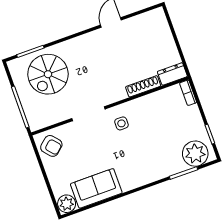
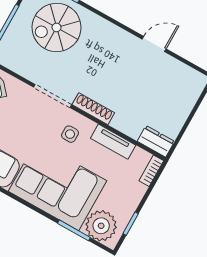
shoe rack: (143, 86) -> (93, 109), moved
tv unit: (150, 101) -> (113, 142), added
corner sofa: (147, 159) -> (58, 186), added

